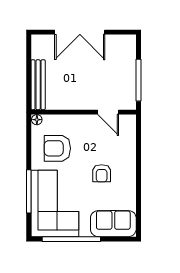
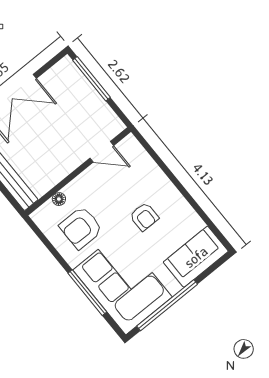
window: (138, 80) -> (91, 79), moved
floor lamp: (37, 120) -> (59, 199), moved

